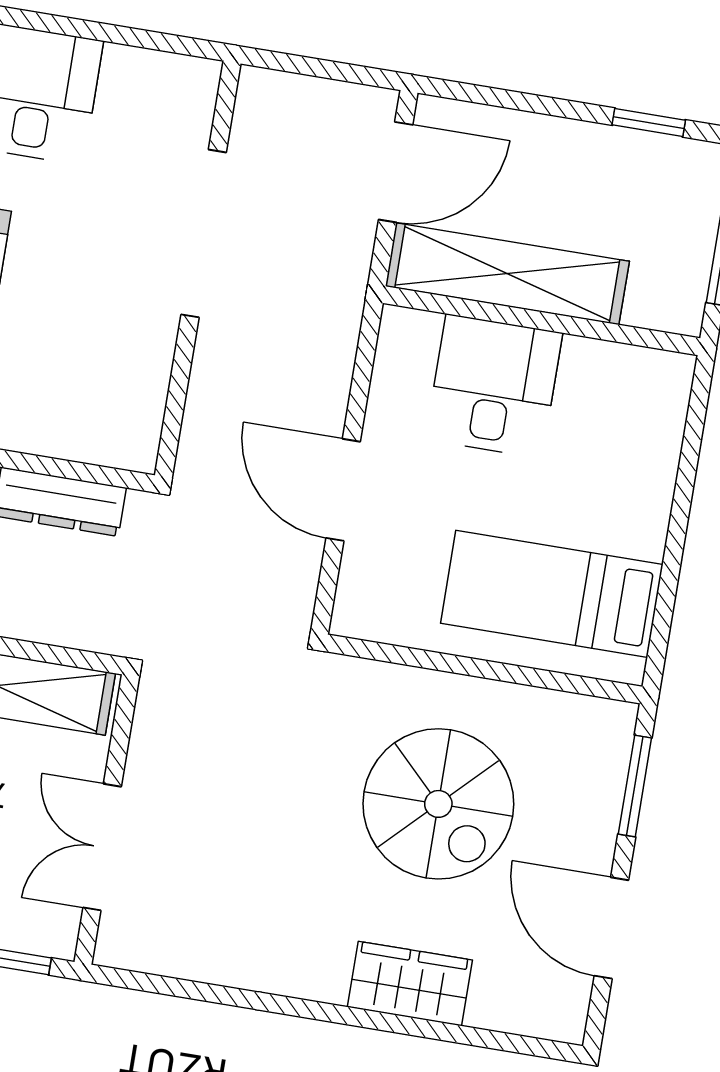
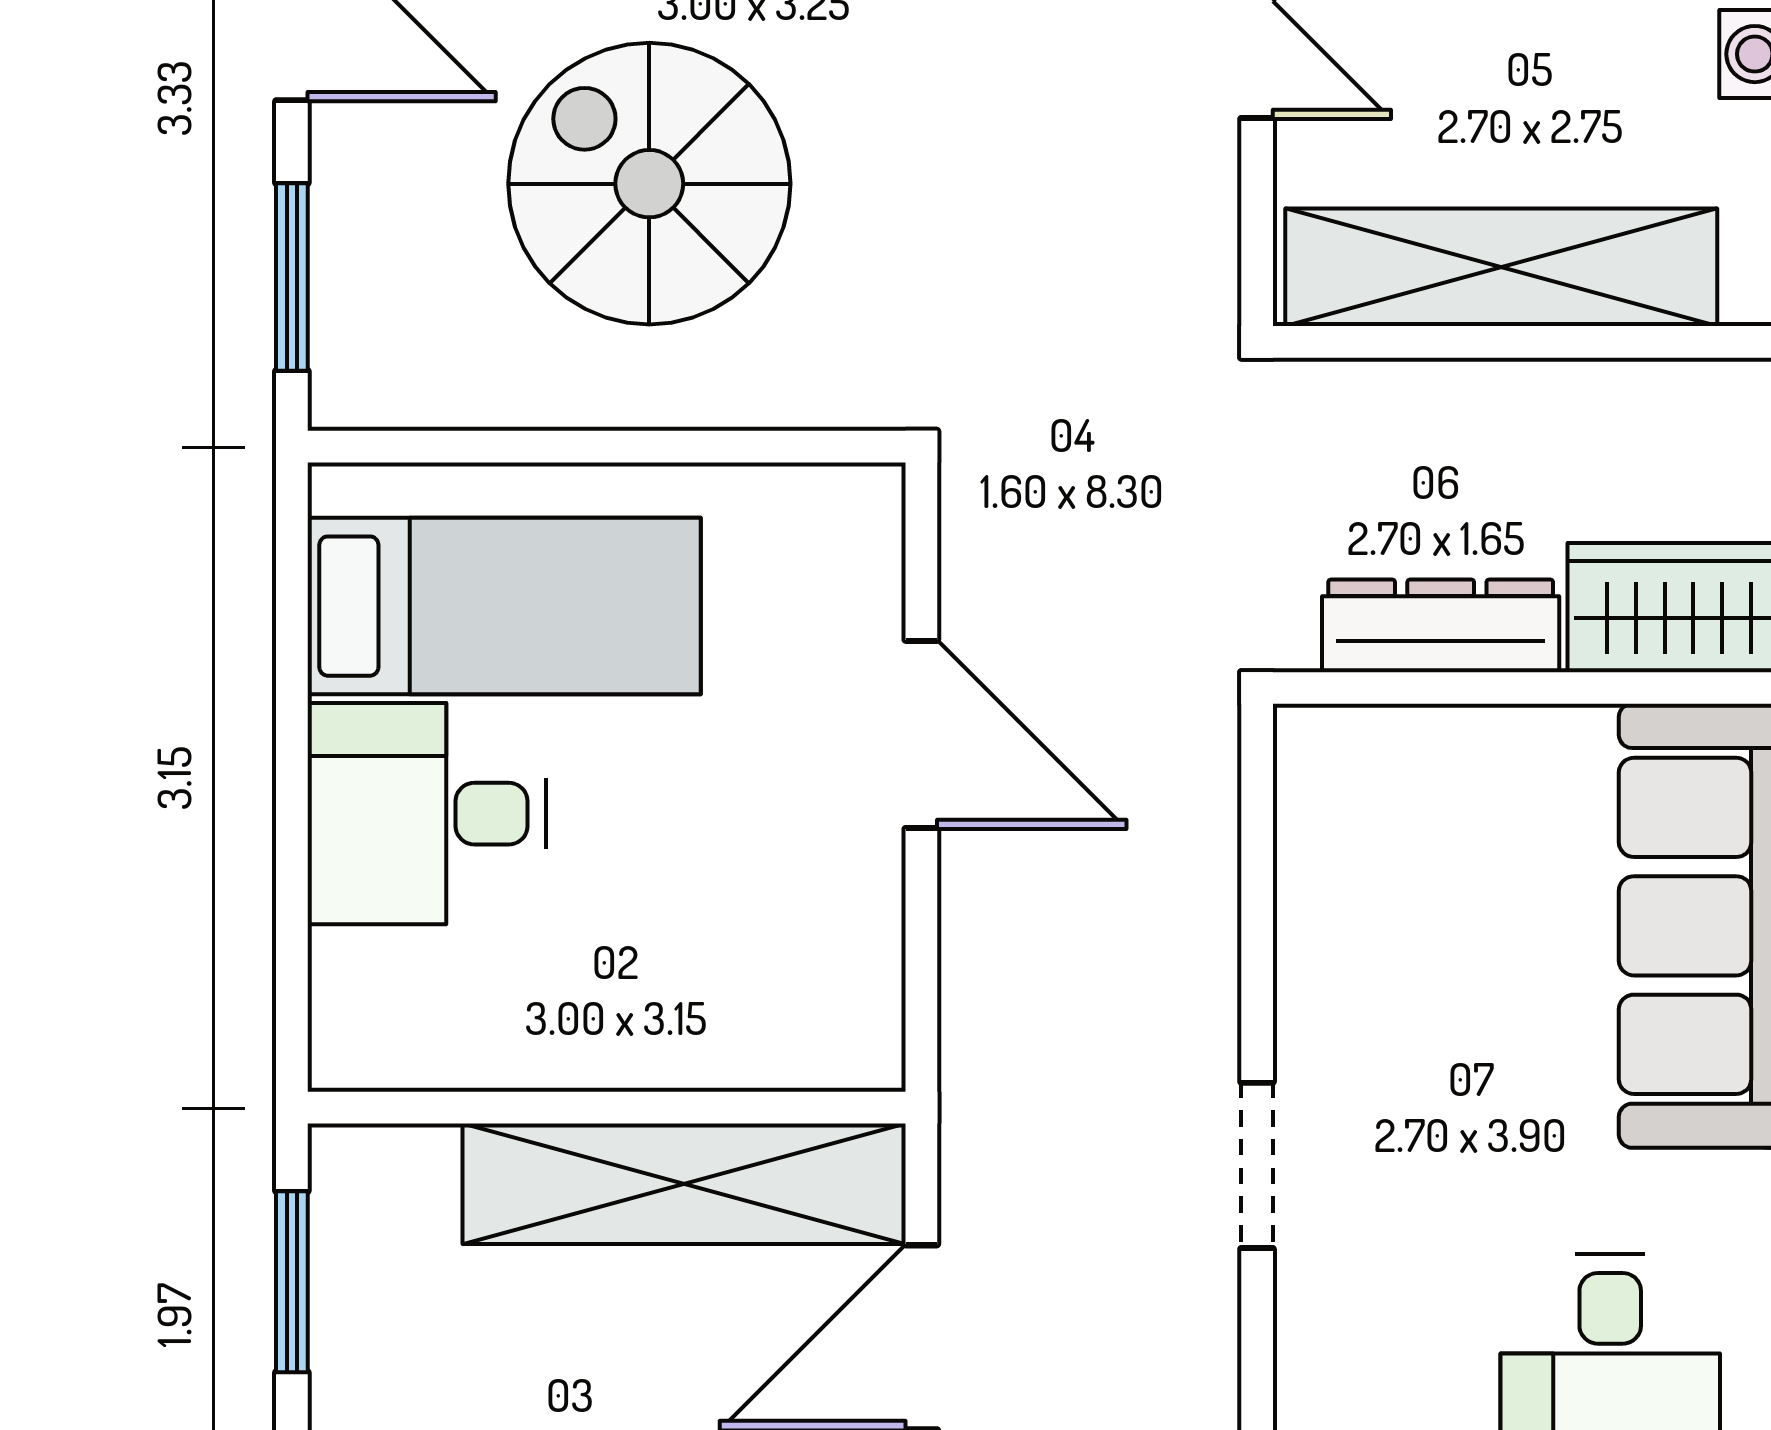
doorway: (204, 233) -> (1257, 1165), width x0.53
desk: (494, 386) -> (427, 814), moved, turned 90

